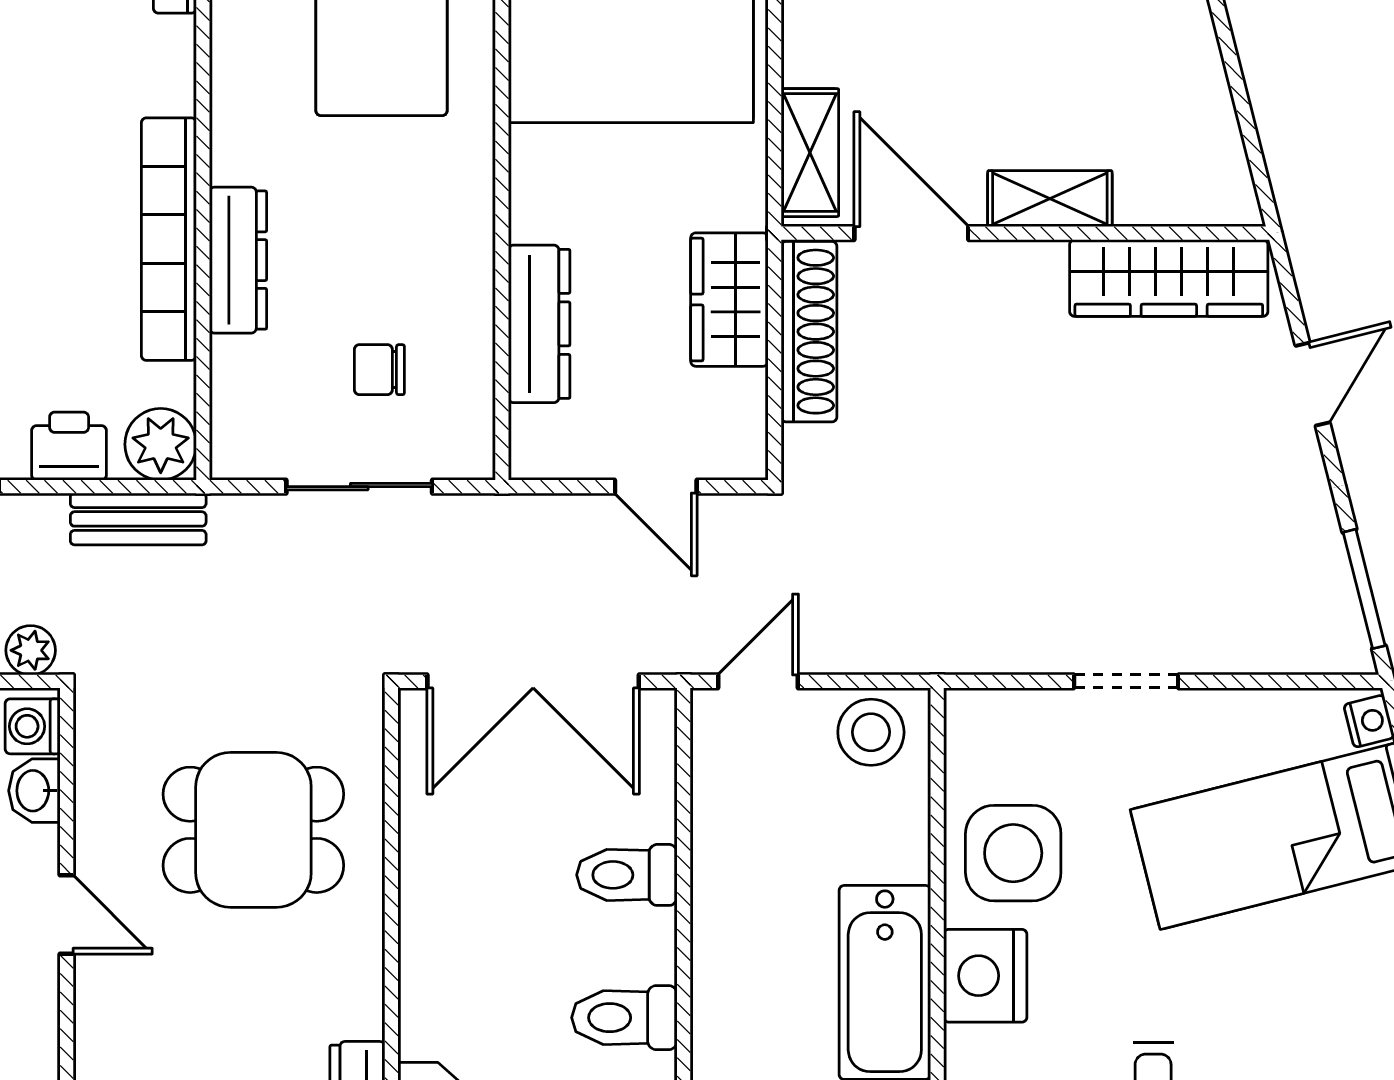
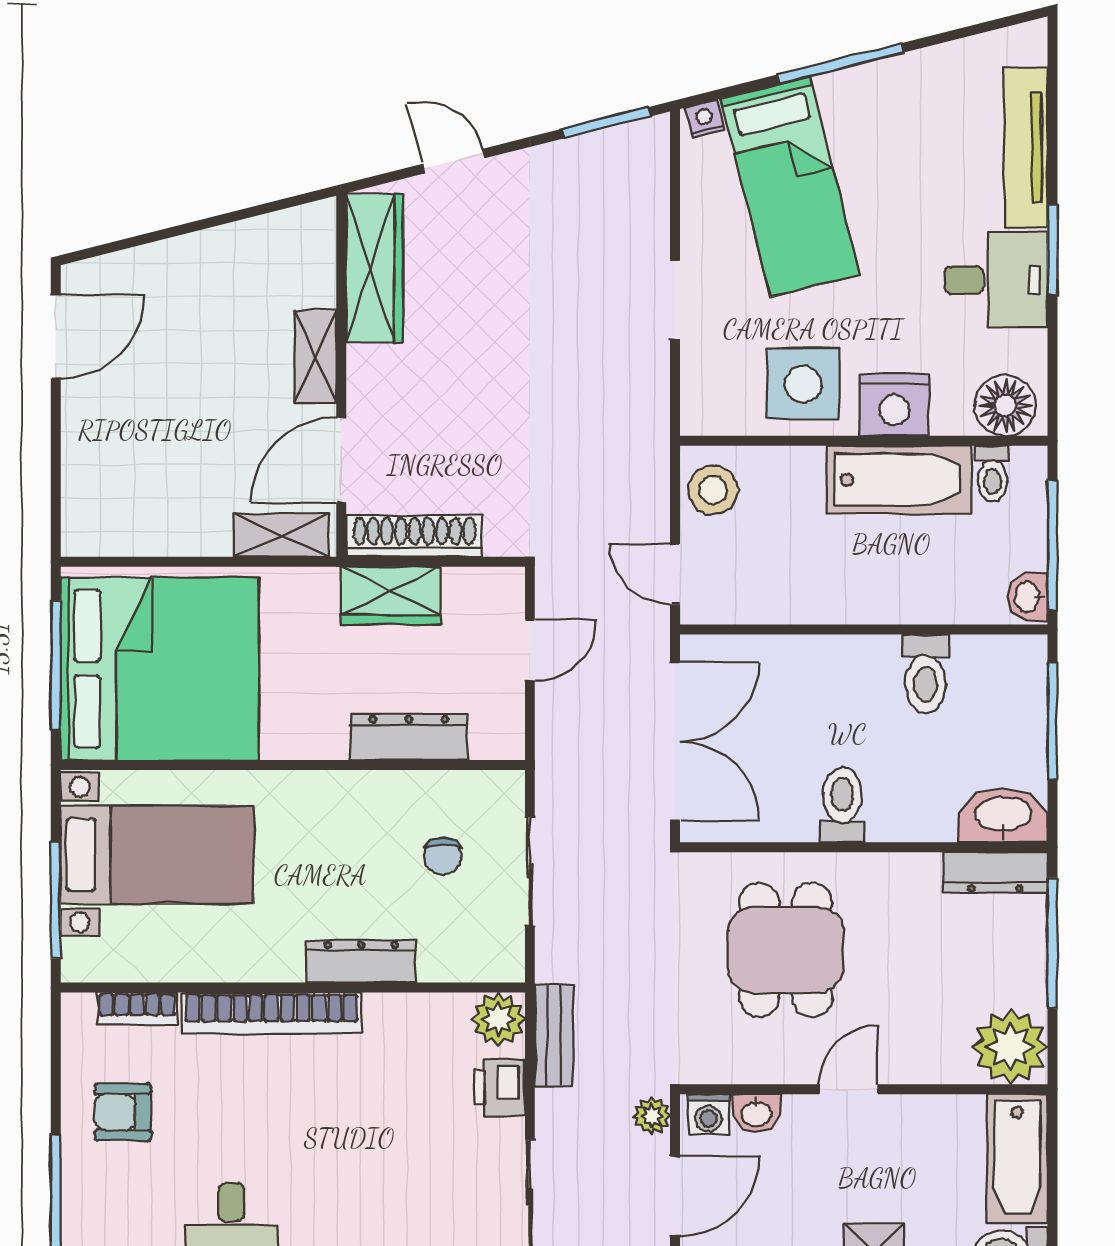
bookcase: (169, 239) -> (272, 1013), moved
toilet: (627, 875) -> (842, 805), moved, turned 180

